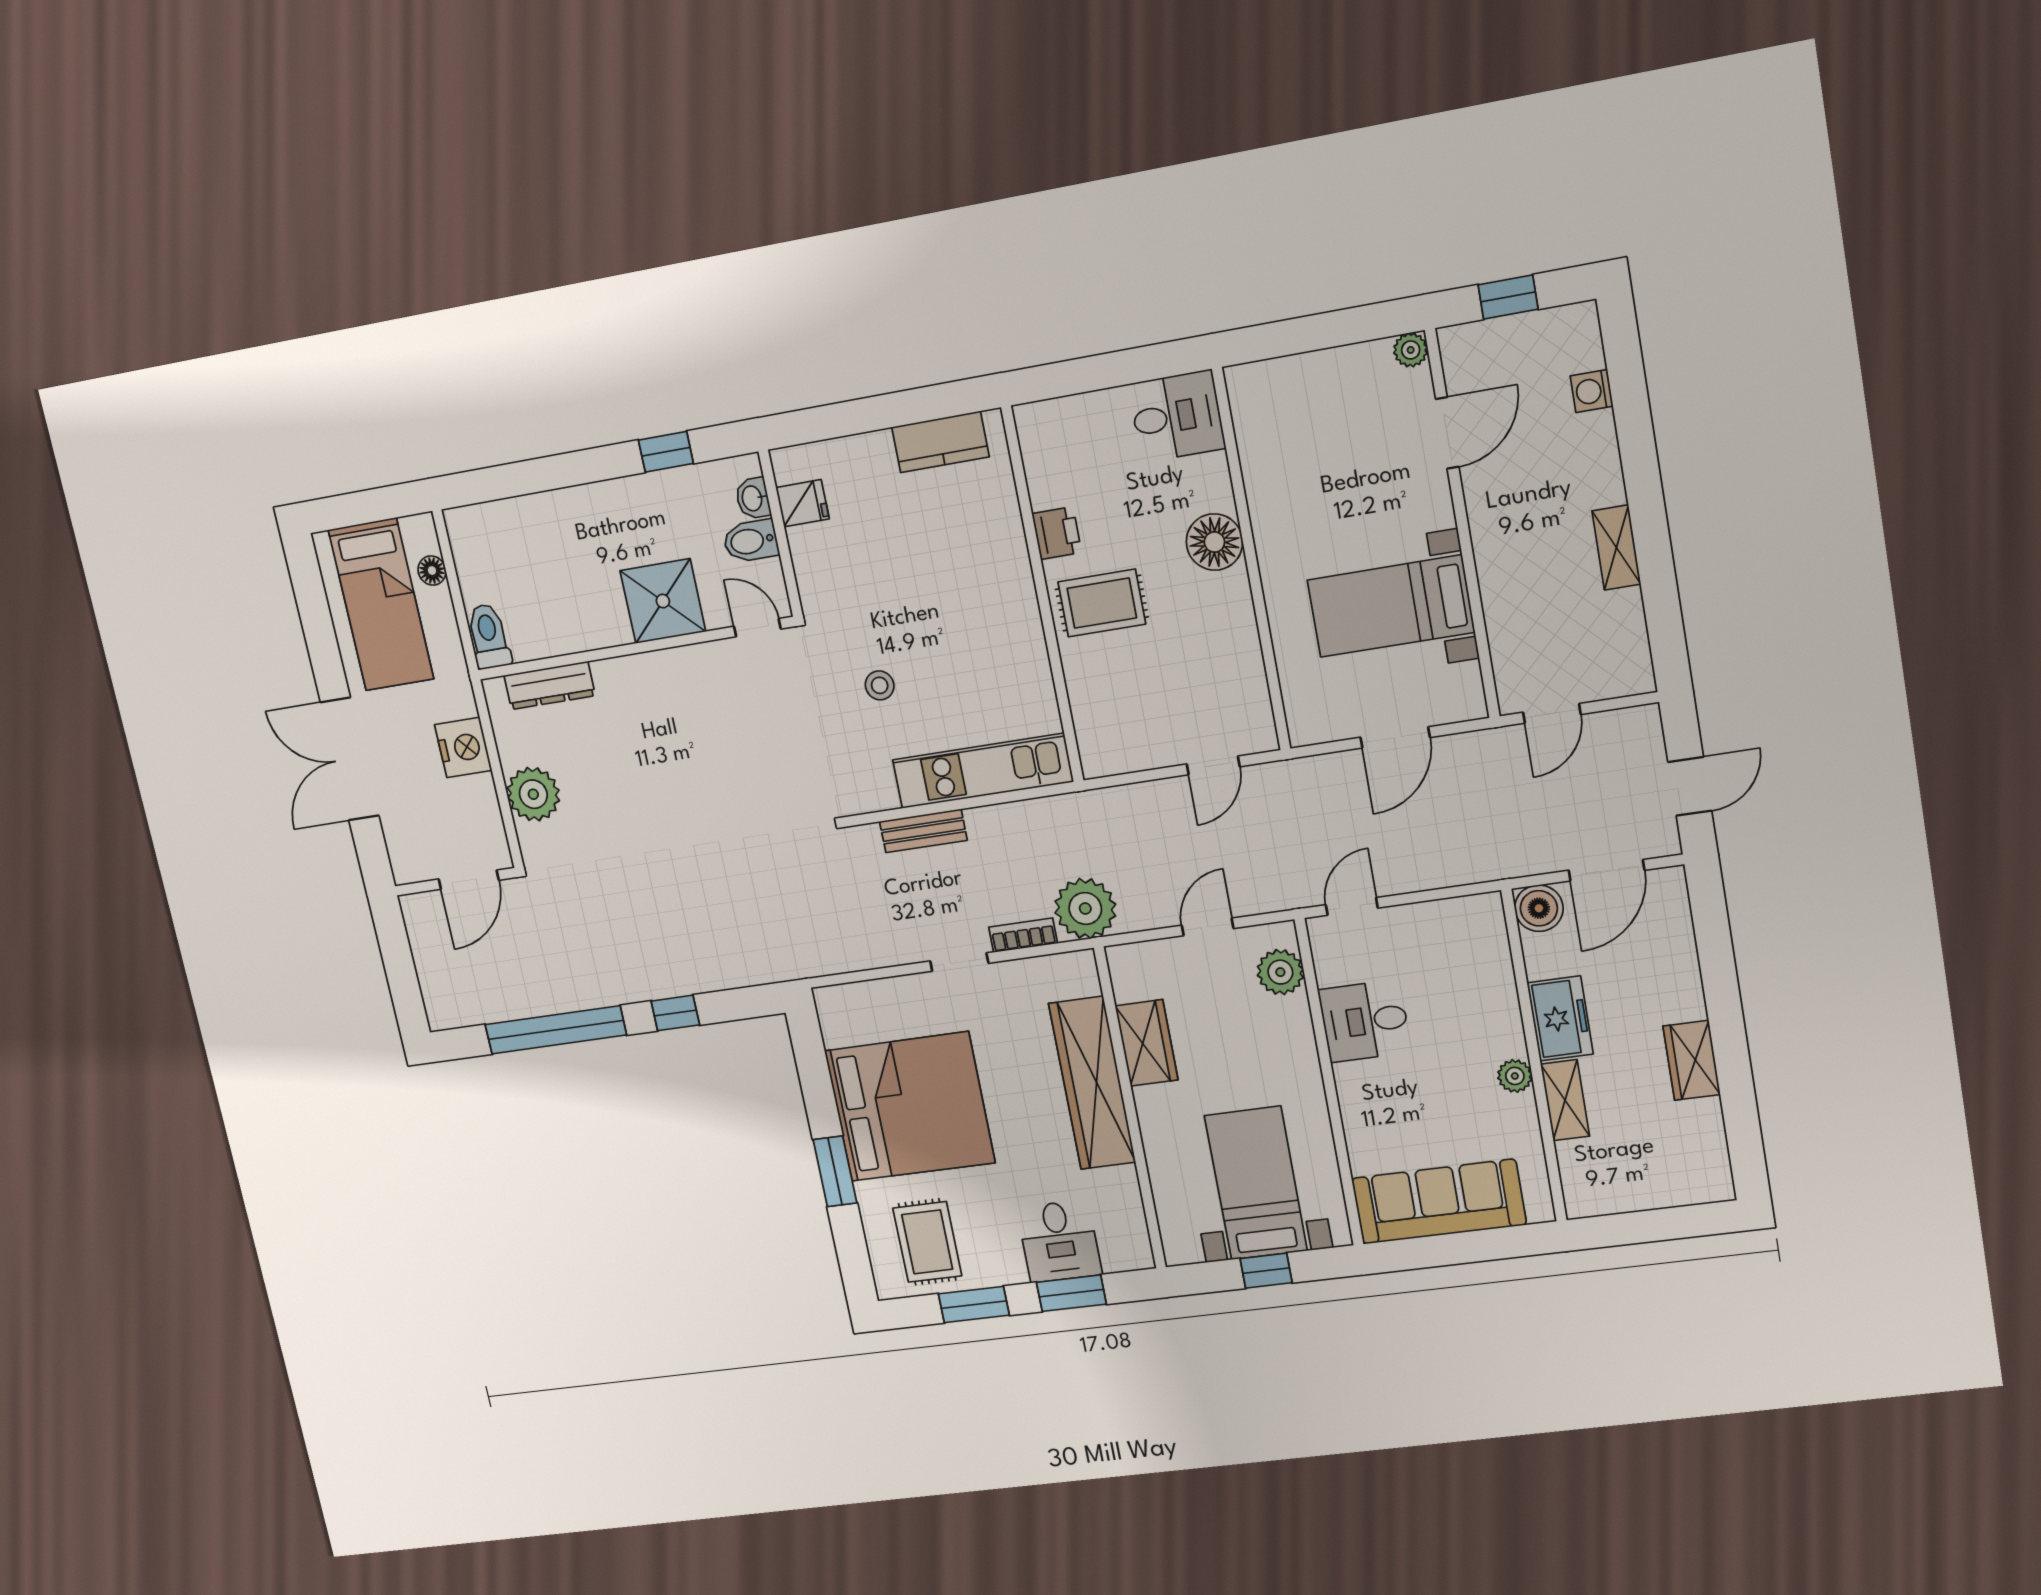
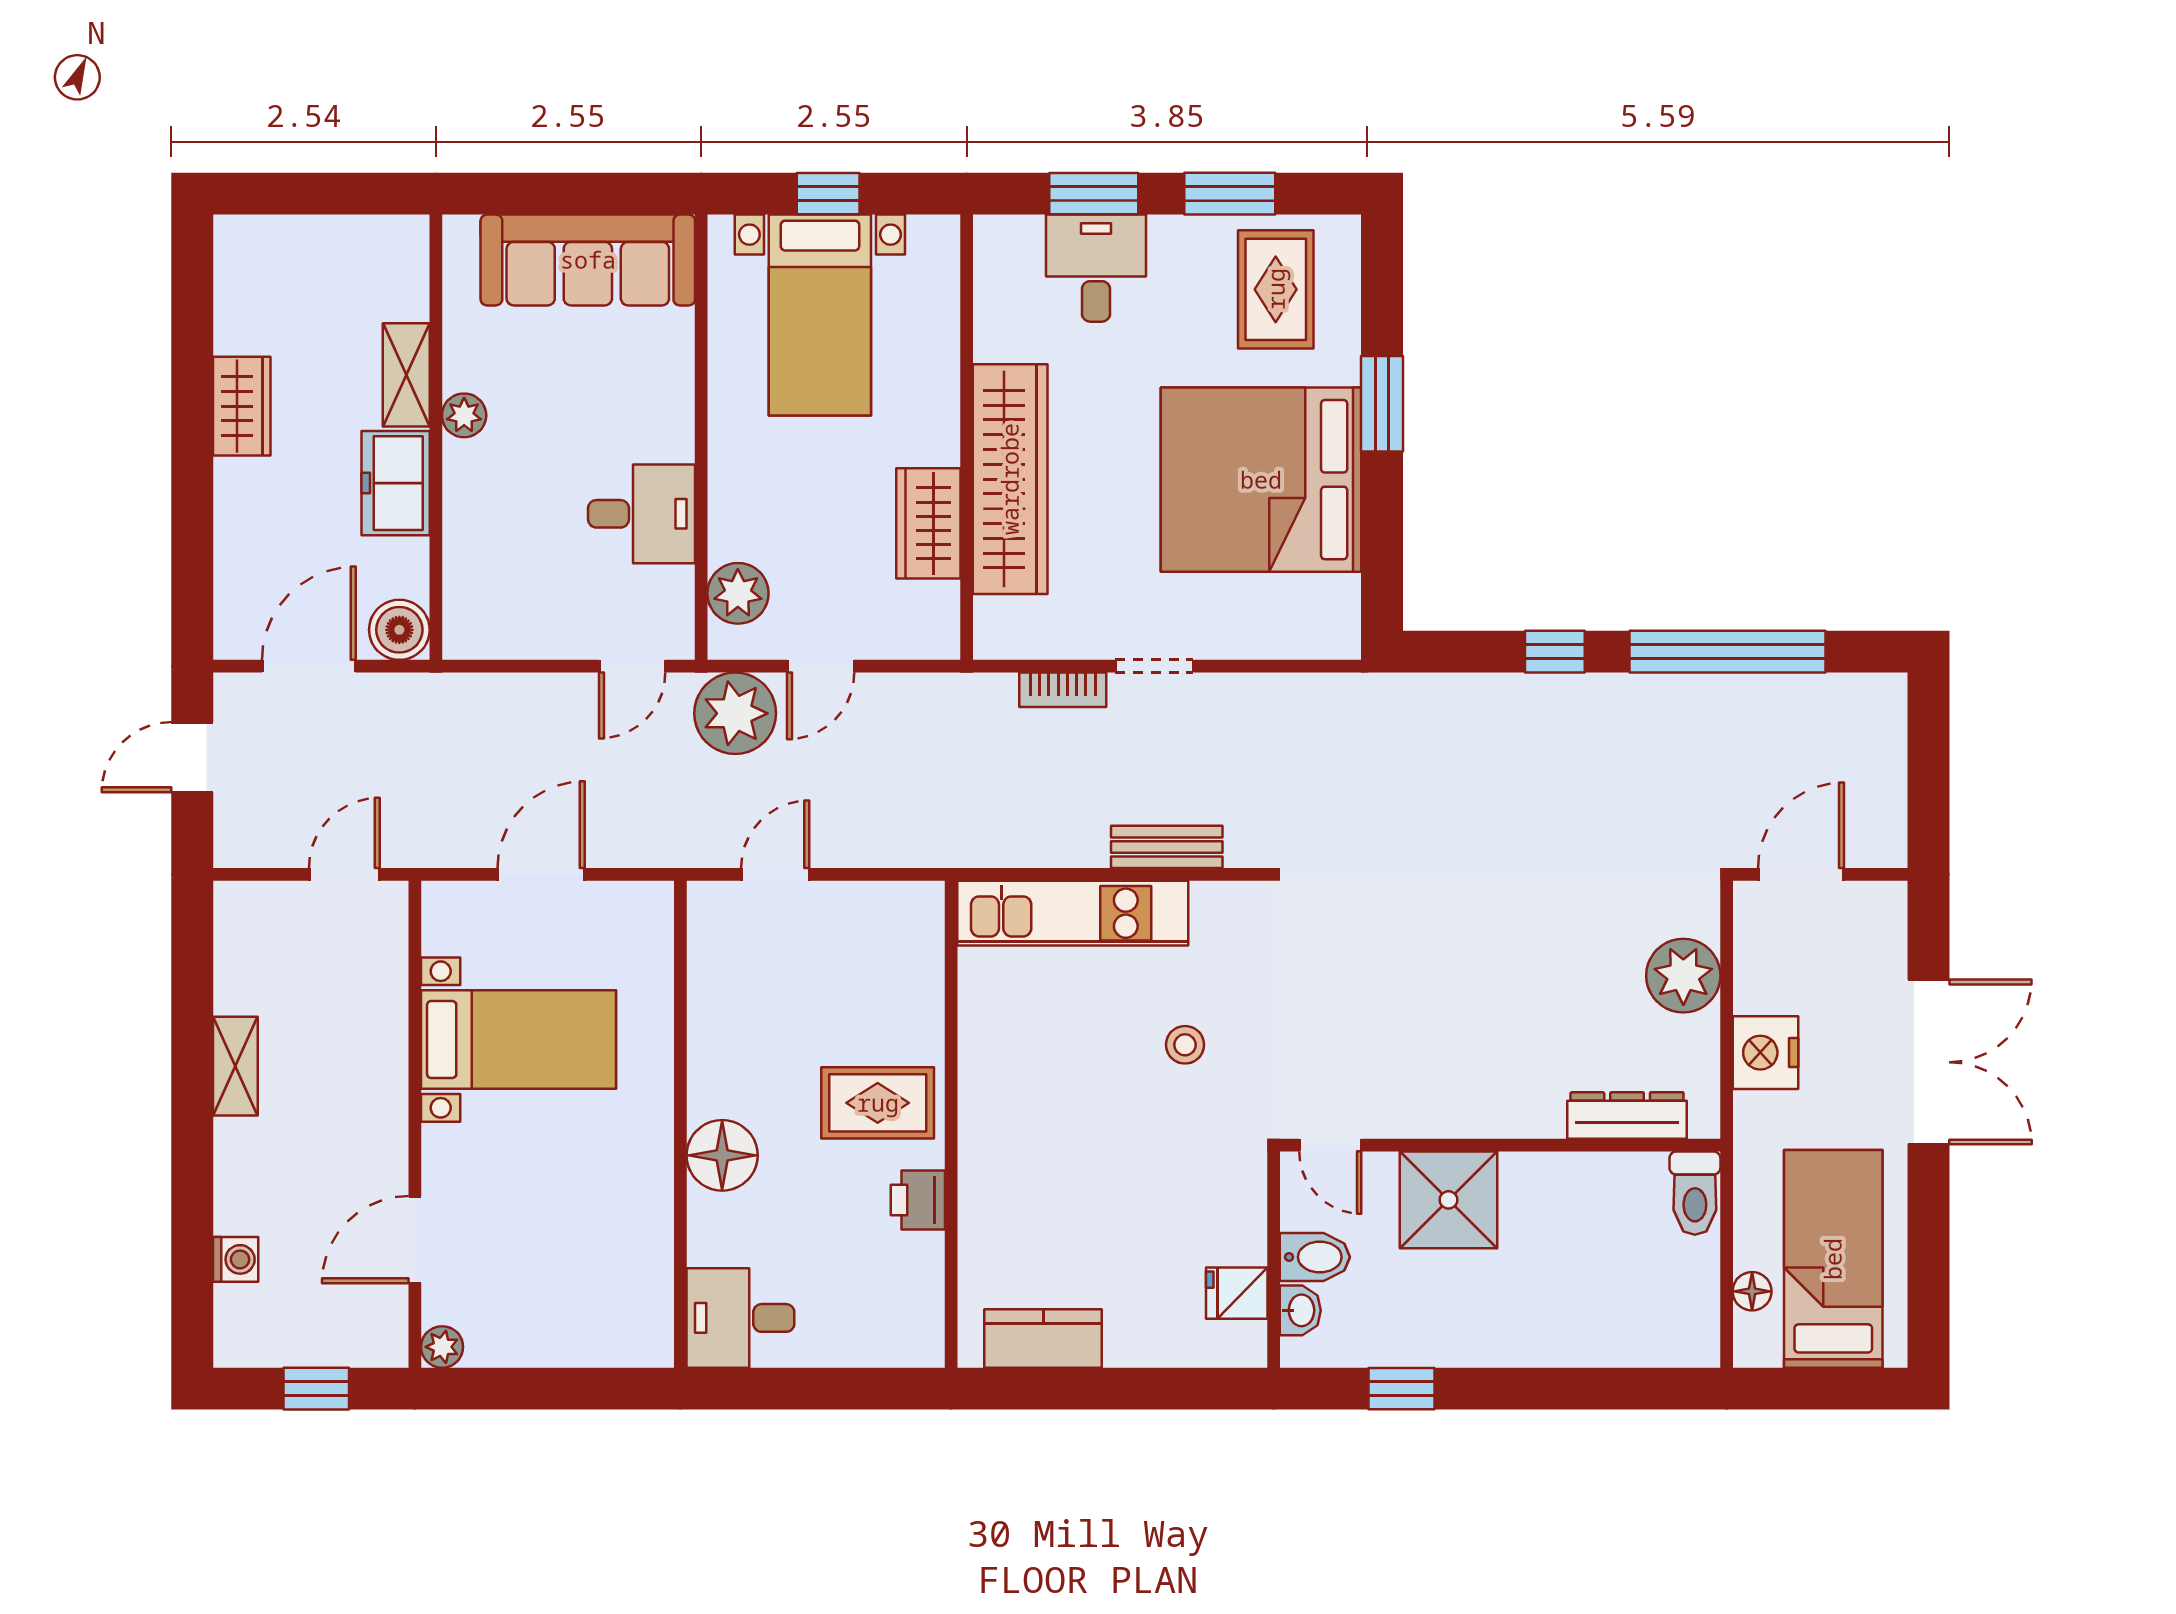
plant: (1085, 909) -> (735, 713), moved

